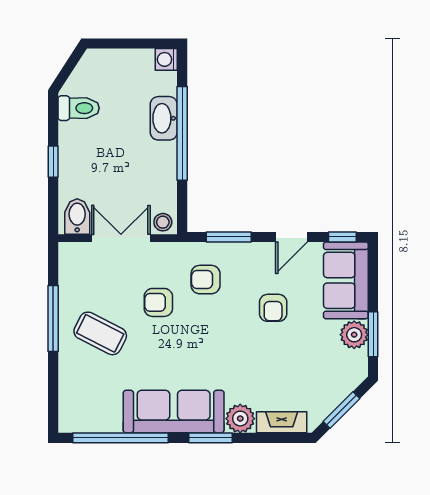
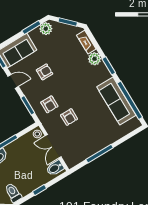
coffee table: (100, 333) -> (94, 132), removed
plant: (354, 335) -> (46, 29), moved
sofa: (174, 412) -> (116, 101), moved

